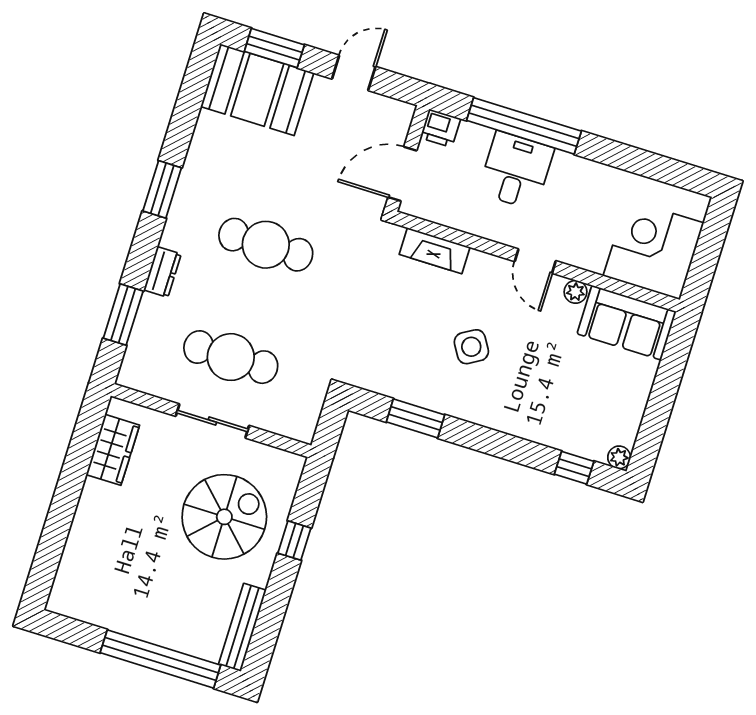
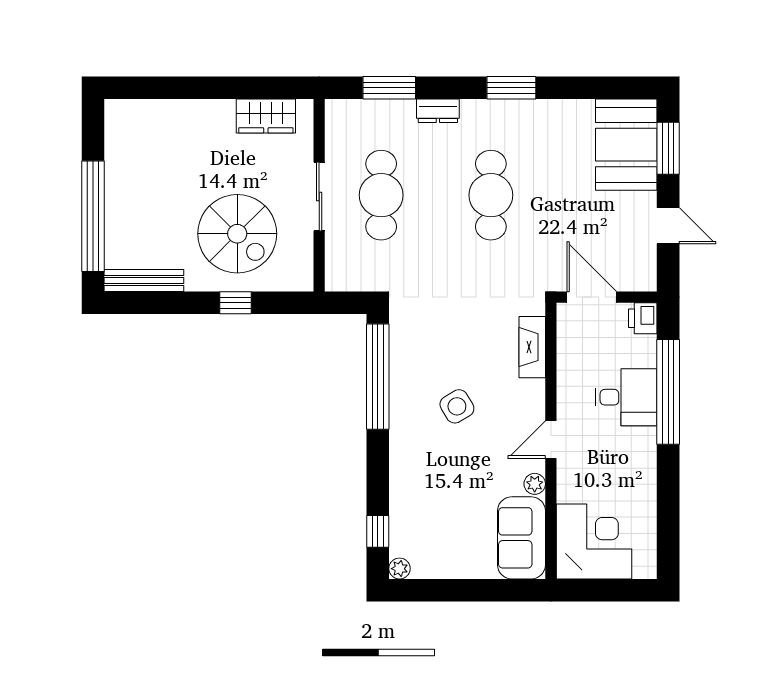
window: (415, 418) -> (378, 377), width x2.11

